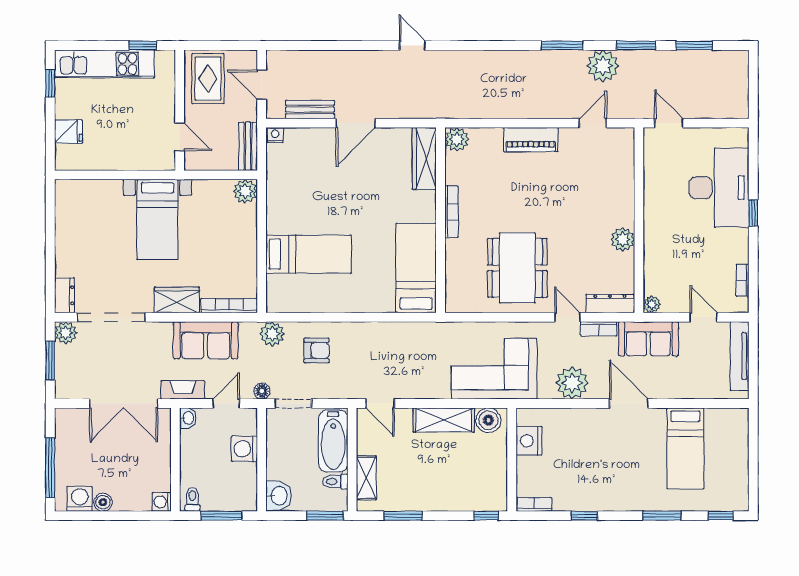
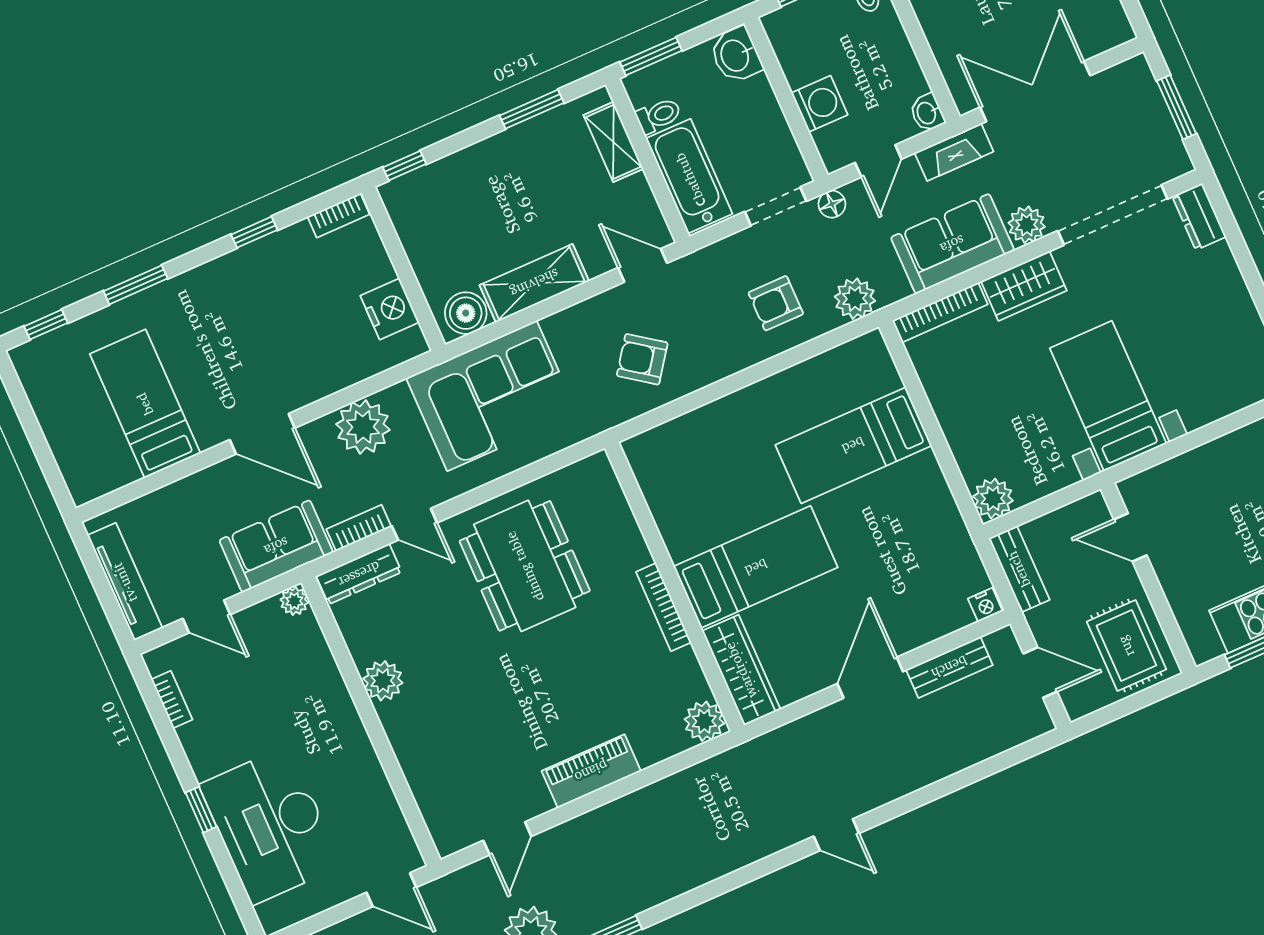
bed: (416, 268) -> (756, 567), moved, turned -90
plant: (66, 333) -> (1027, 225), moved
armchair: (403, 352) -> (642, 359), added

